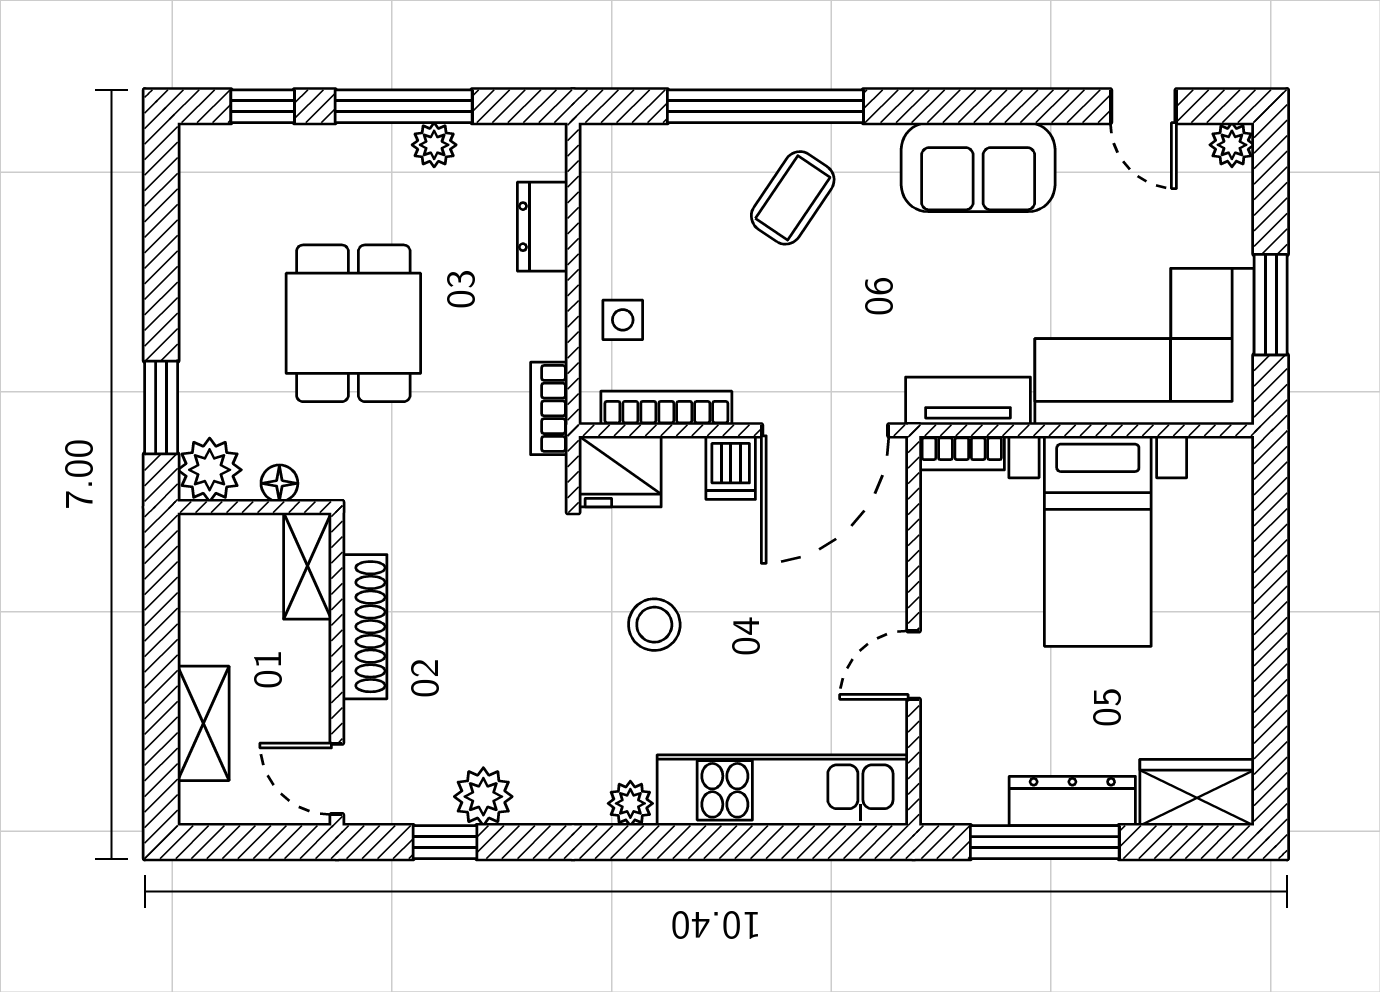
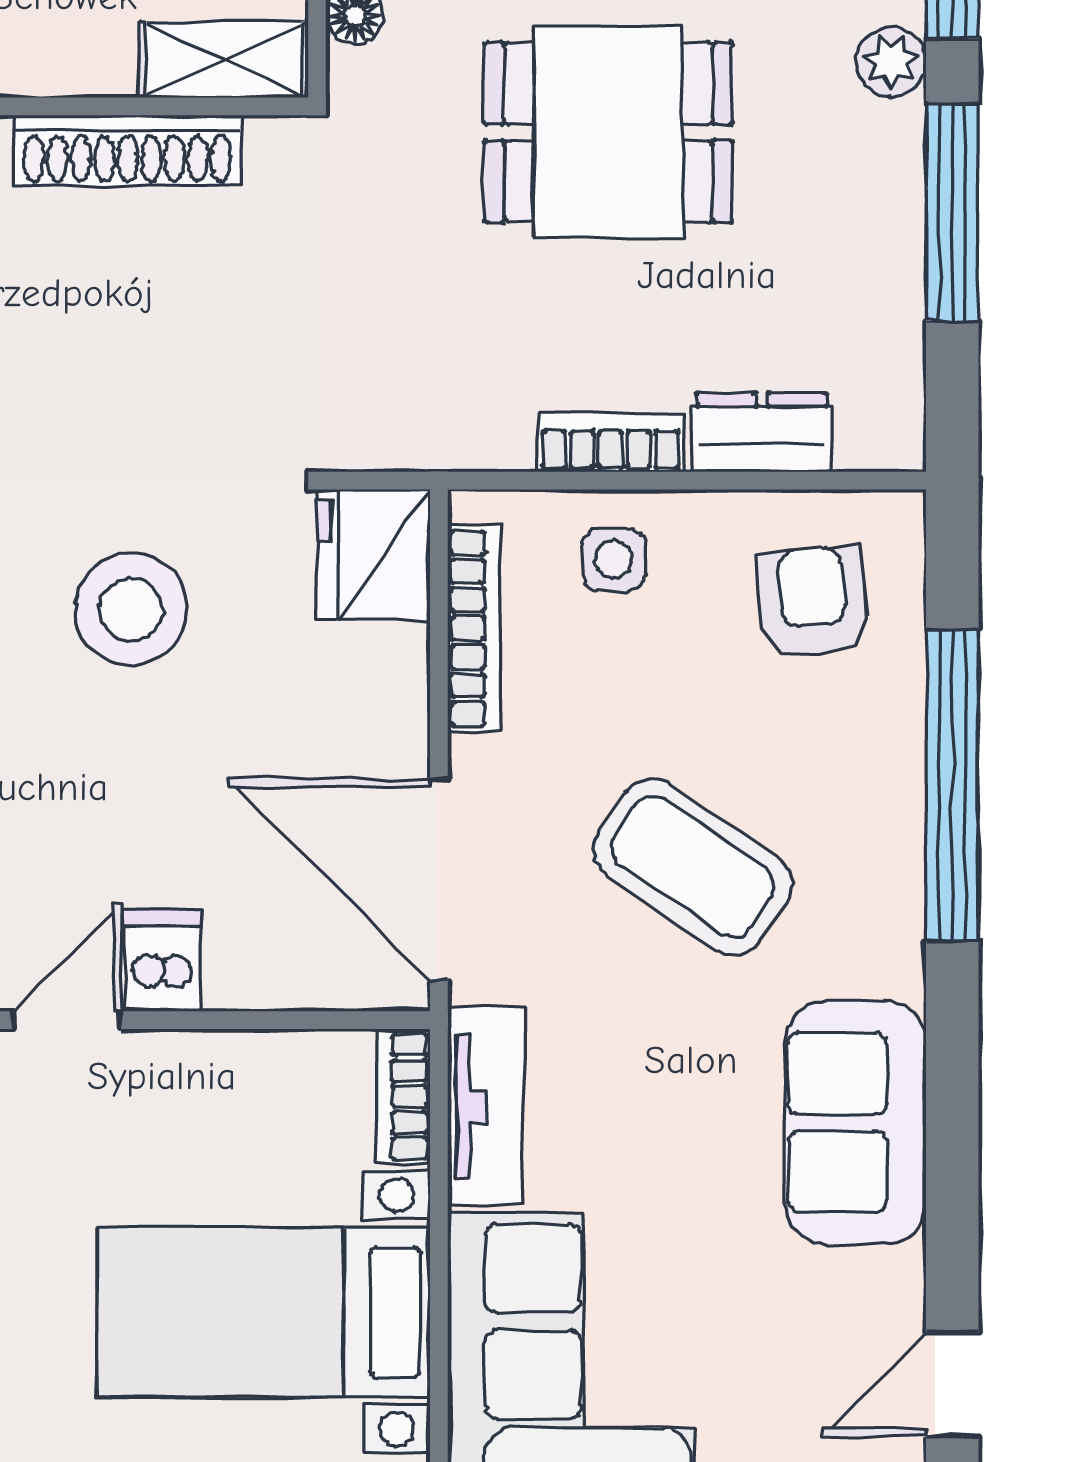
plant: (434, 145) -> (891, 62), moved
armchair: (650, 194) -> (813, 602), added
coffee table: (793, 198) -> (693, 867), moved, width x1.36, depth x1.30
bookcase: (549, 408) -> (611, 443), moved
dishwasher: (731, 468) -> (163, 961), moved, turned 90
stool: (654, 625) -> (131, 609), width x1.38, depth x1.38
door: (914, 665) -> (67, 1020), hinge flipped

